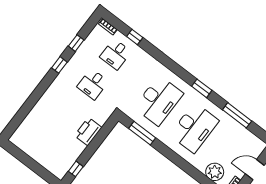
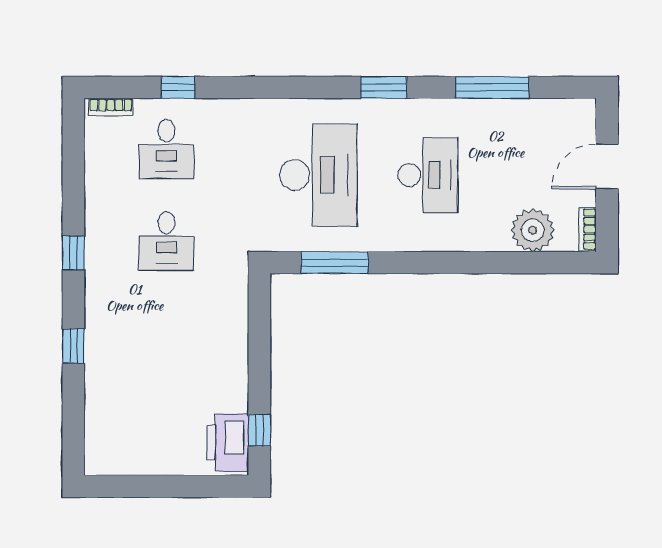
window: (76, 43) -> (73, 346), moved
desk: (194, 128) -> (428, 175), width x0.73, depth x0.77
printer: (88, 132) -> (228, 443), moved

